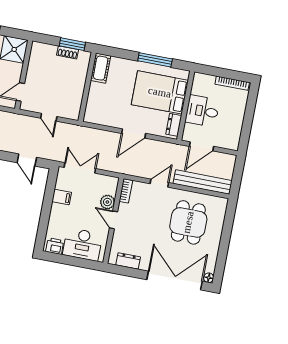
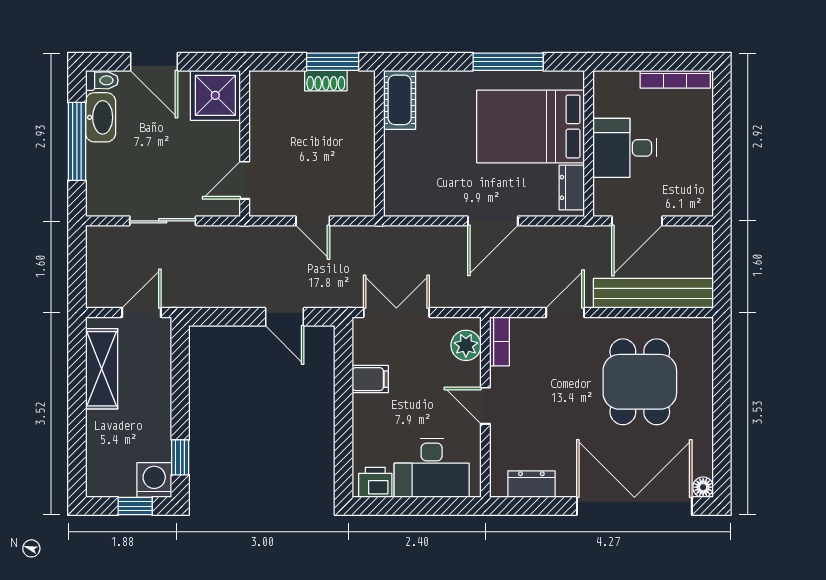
plant: (107, 202) -> (466, 345), moved

